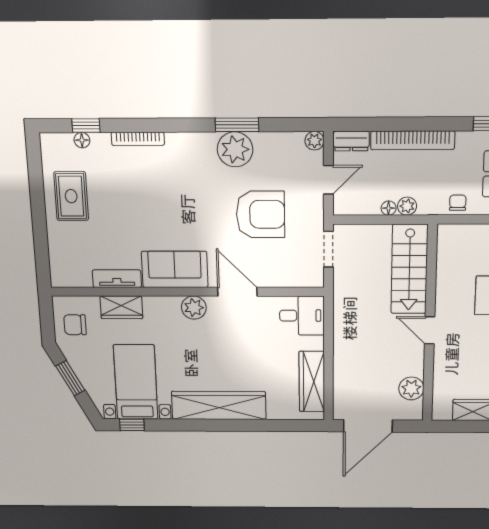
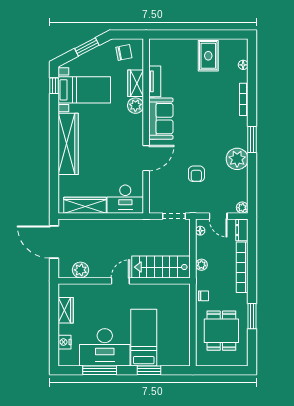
window: (237, 125) -> (252, 140), moved
window: (86, 126) -> (252, 68), removed
rug: (71, 196) -> (208, 56), turned 90
floor lamp: (389, 208) -> (200, 231), moved
armchair: (261, 214) -> (196, 174), width x0.53, depth x0.53
plant: (194, 308) -> (135, 106), moved
desk: (302, 316) -> (125, 199), width x1.37
chair: (75, 325) -> (124, 52), turned 79

